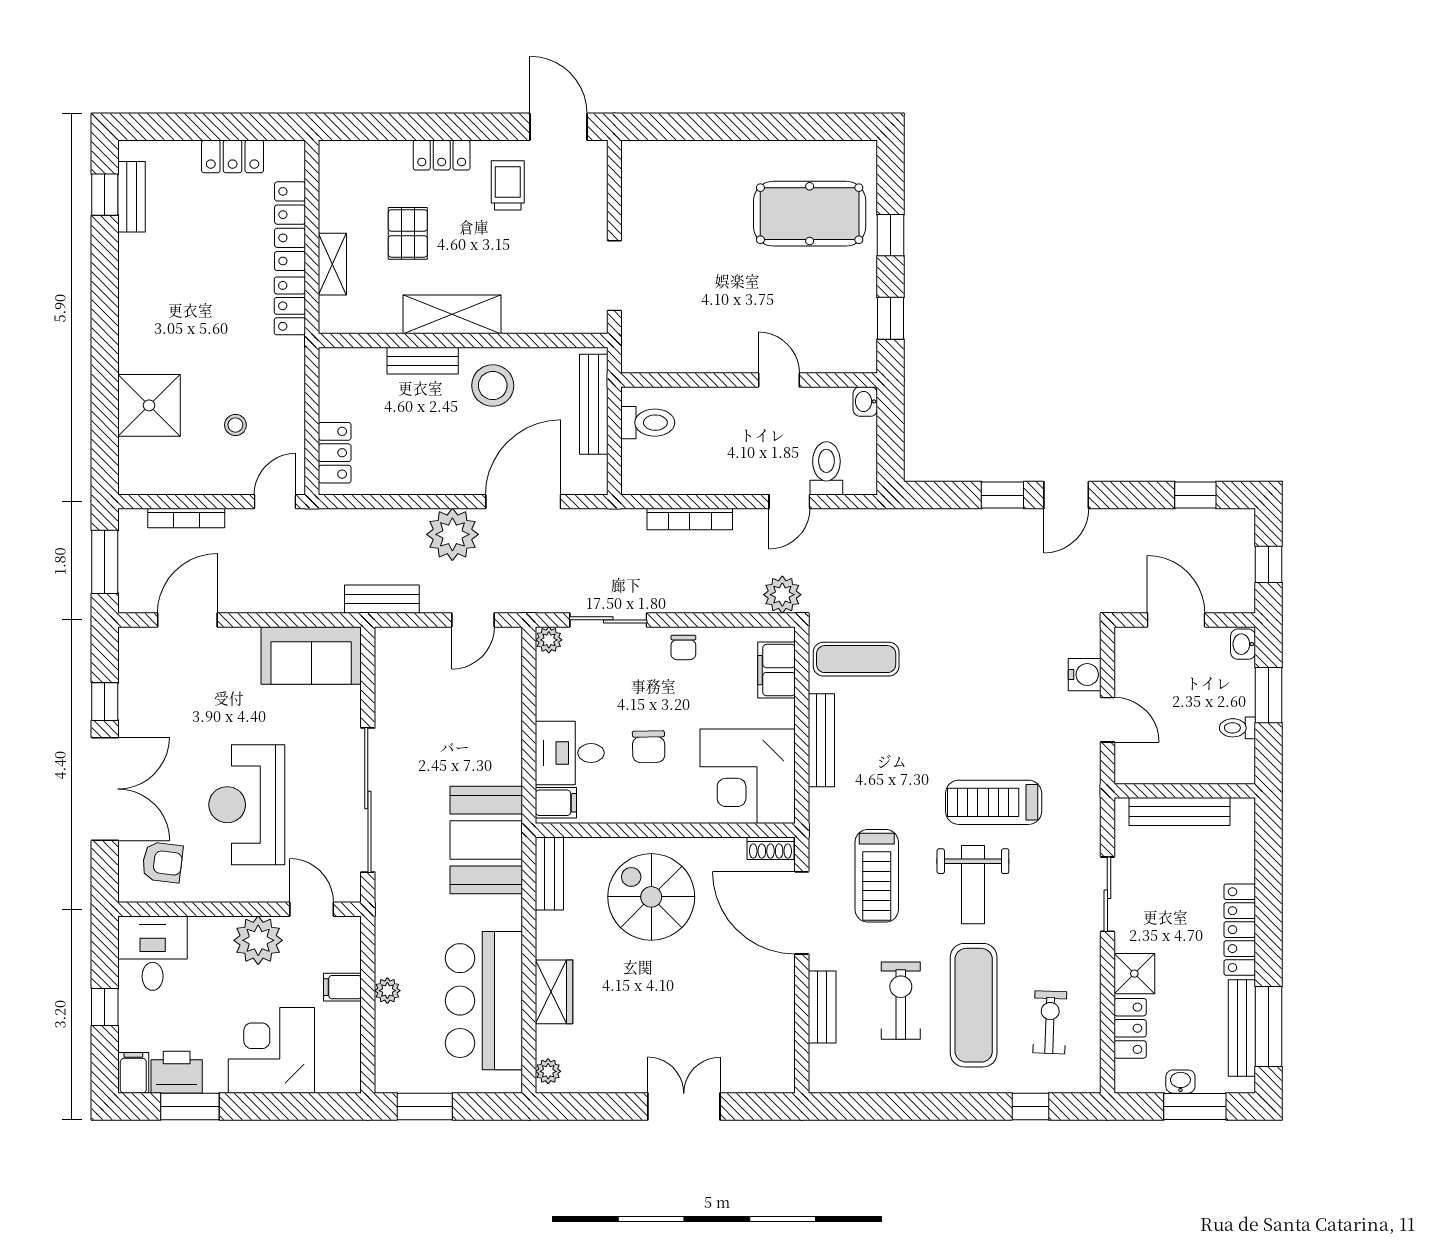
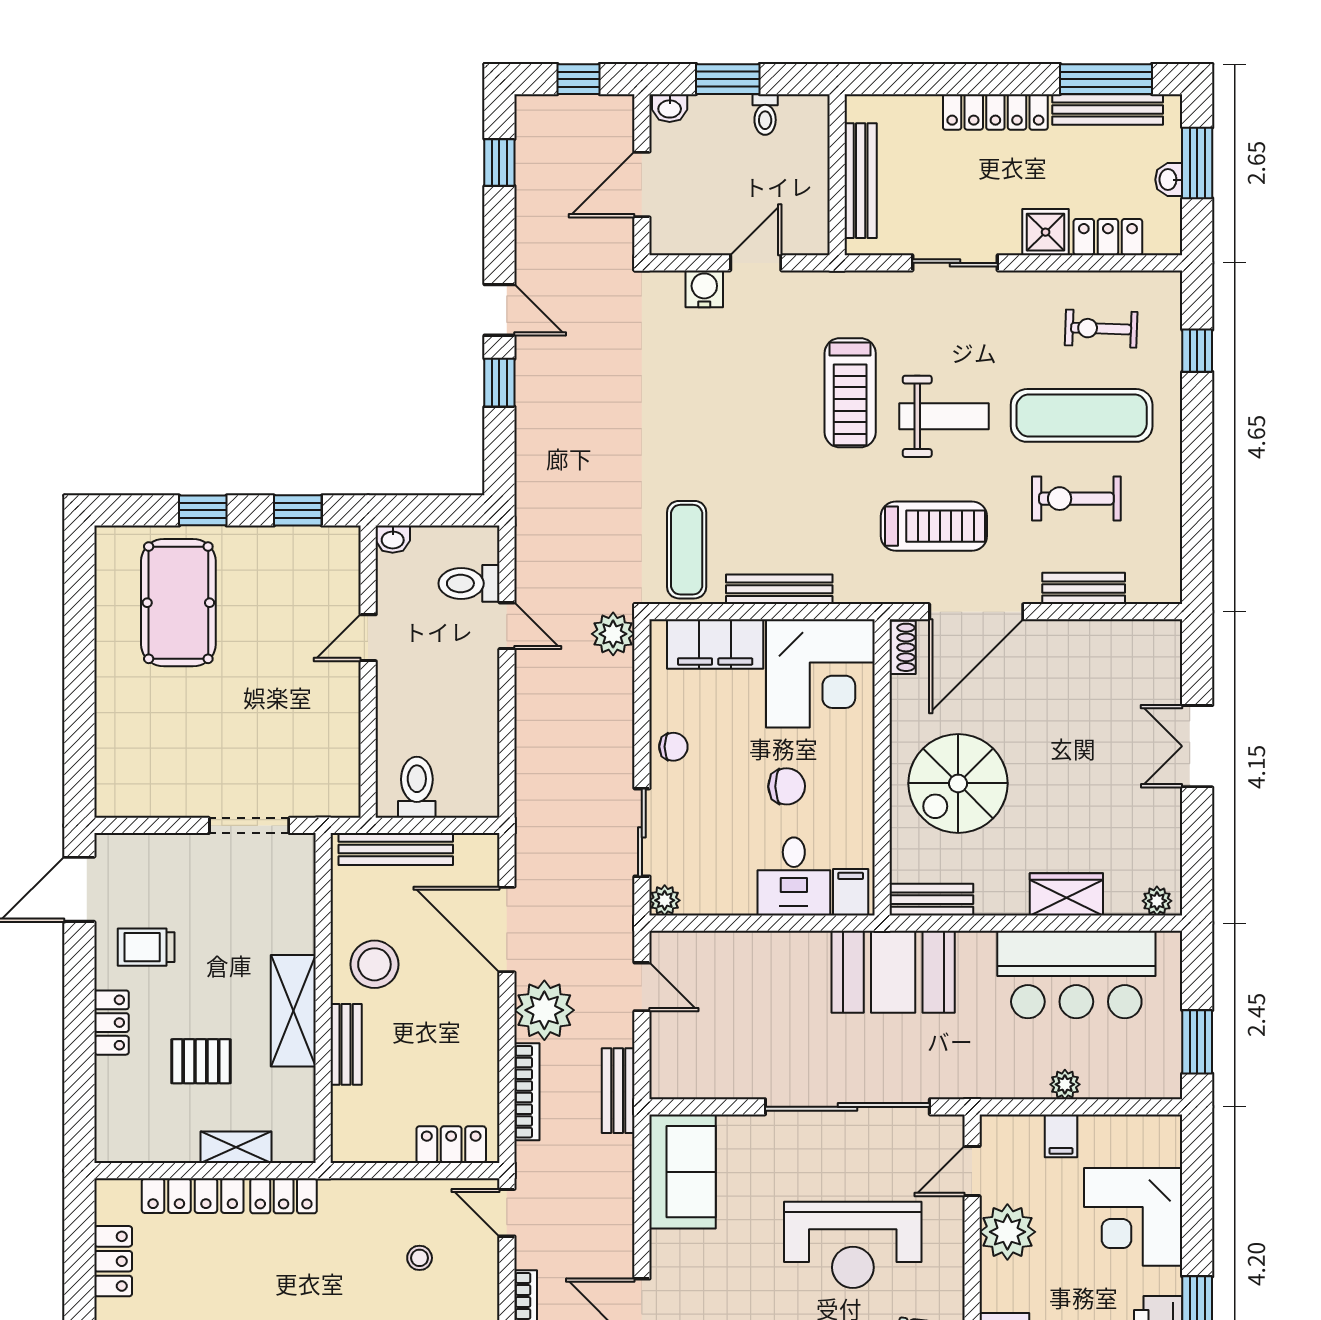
bookcase: (690, 519) -> (527, 1092), moved
filing cabinet: (776, 670) -> (715, 644), width x1.50, depth x1.17

